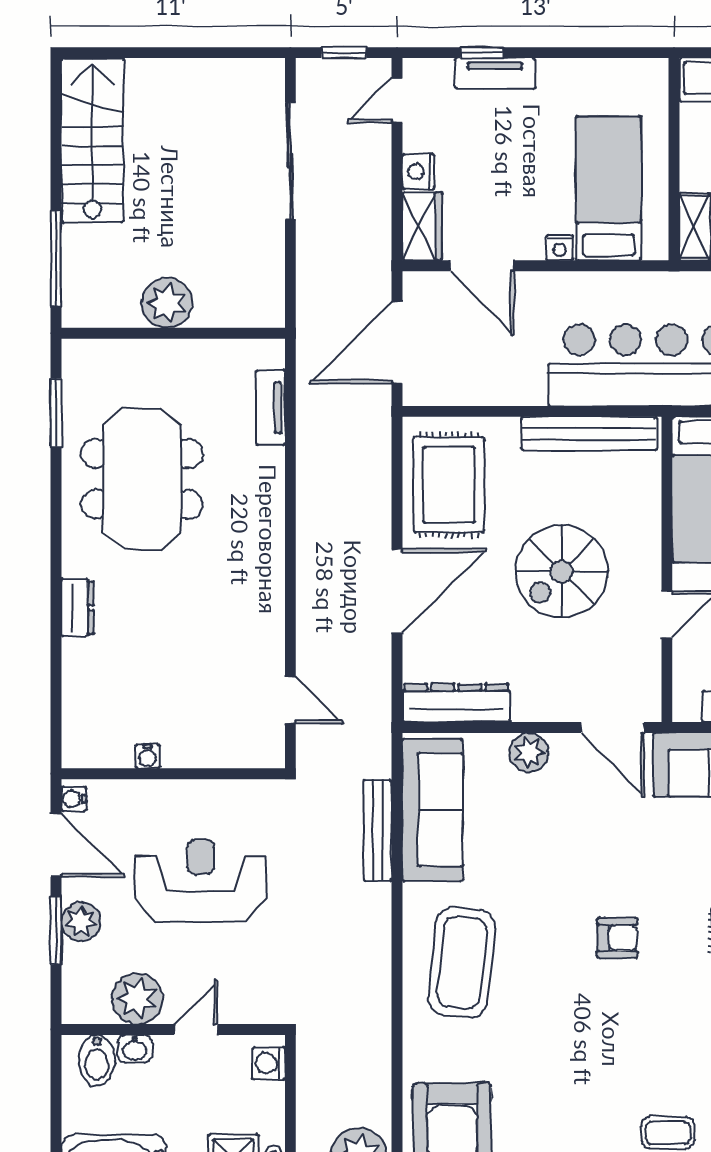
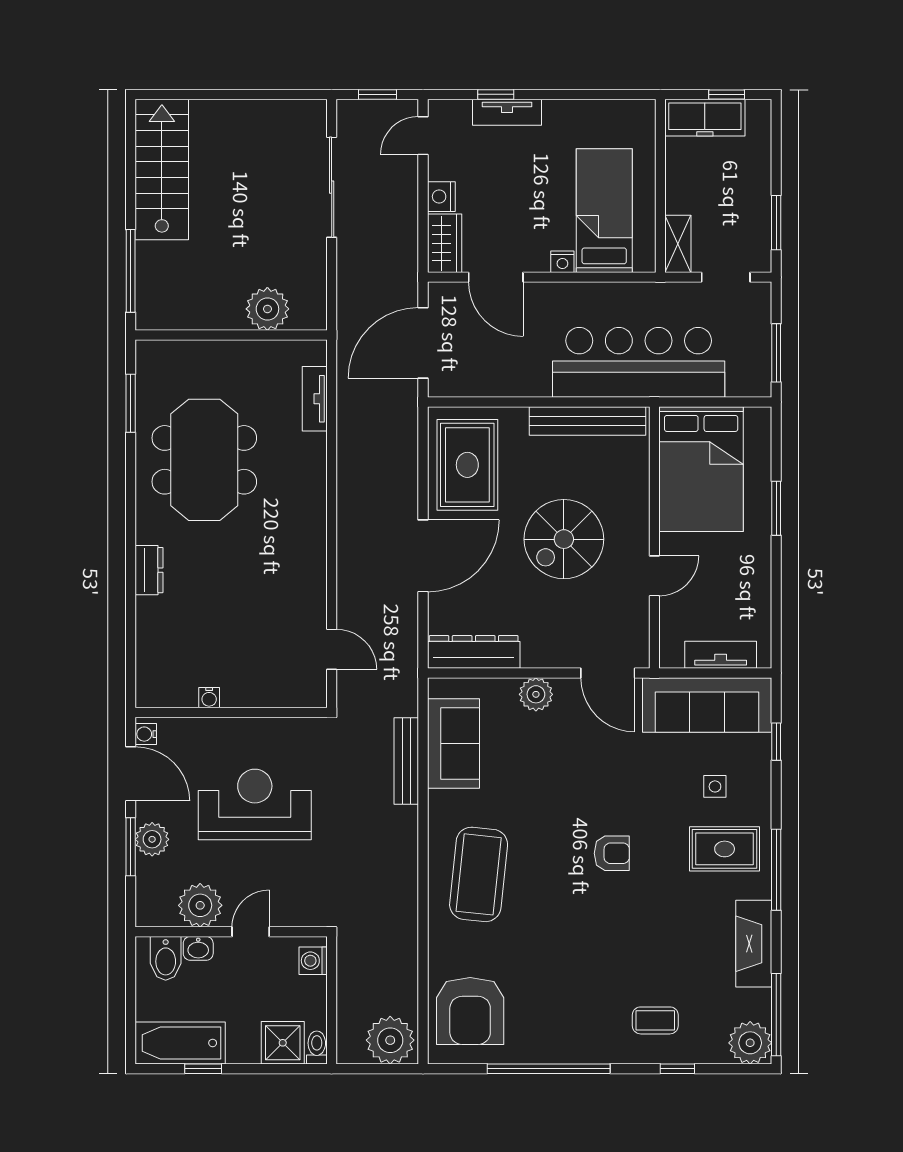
plant: (167, 303) -> (267, 309), moved
sofa: (433, 810) -> (453, 743), width x0.73

